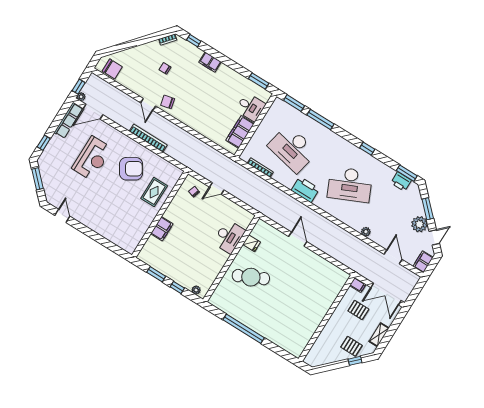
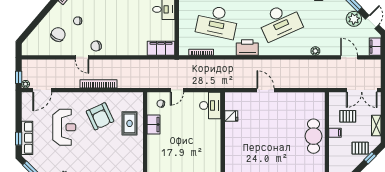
chair: (112, 69) -> (58, 35), moved, turned -62
row of seats: (68, 120) -> (27, 138), moved
filing cabinet: (240, 132) -> (161, 48), moved, turned 90
armchair: (131, 169) -> (100, 116), turned 97
filing cabinet: (162, 229) -> (154, 124), moved
desk: (229, 237) -> (210, 105), moved
cafe table: (251, 277) -> (314, 136), moved, turned -65
filing cabinet: (358, 285) -> (335, 133), moved

